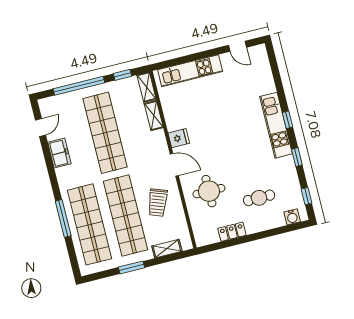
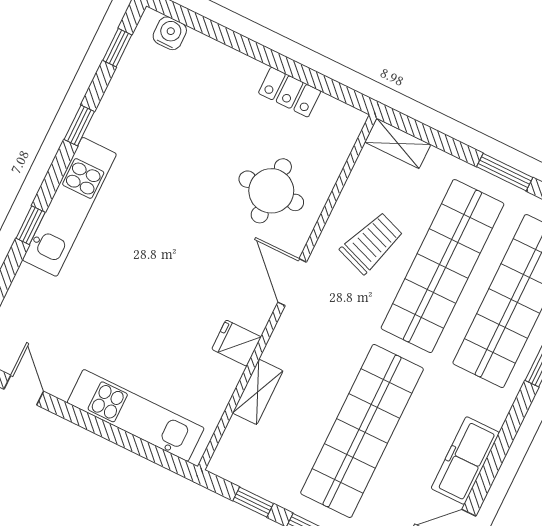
shelving: (147, 87) -> (230, 449), removed
window: (287, 120) -> (31, 225), moved
fridge: (179, 138) -> (236, 343), moved
freezer: (59, 153) -> (465, 461), width x1.40
cafe table: (259, 198) -> (198, 110), removed
shelving: (167, 249) -> (398, 143), moved

